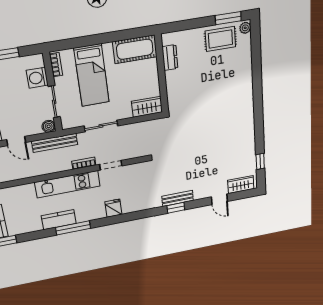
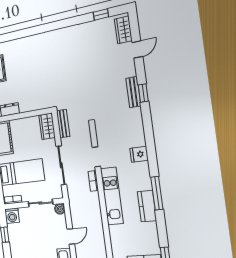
washing machine: (37, 78) -> (12, 216), moved
sliding door: (101, 126) -> (61, 165), width x1.37
bench: (55, 143) -> (63, 124), moved, width x0.73

